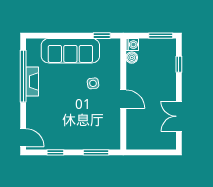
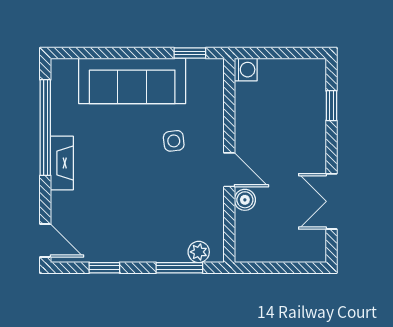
window: (161, 36) -> (298, 53), removed
boiler: (132, 58) -> (245, 200), moved
fireplace: (32, 82) -> (62, 163), moved
plant: (107, 144) -> (199, 252), added

